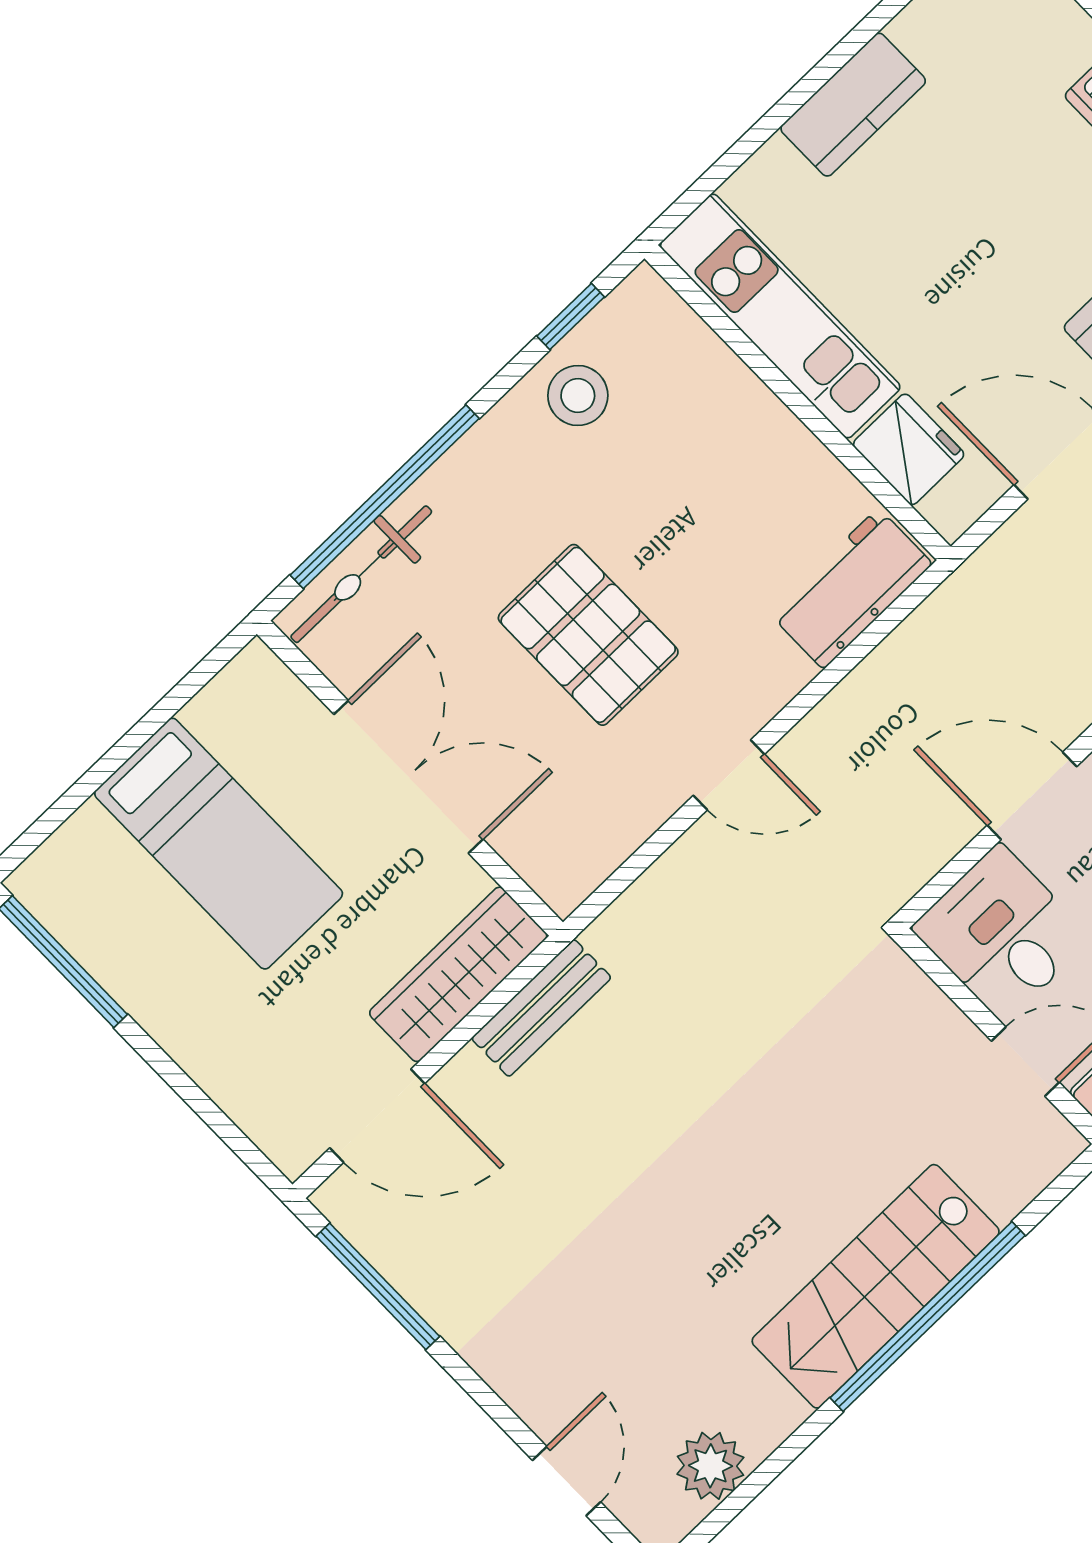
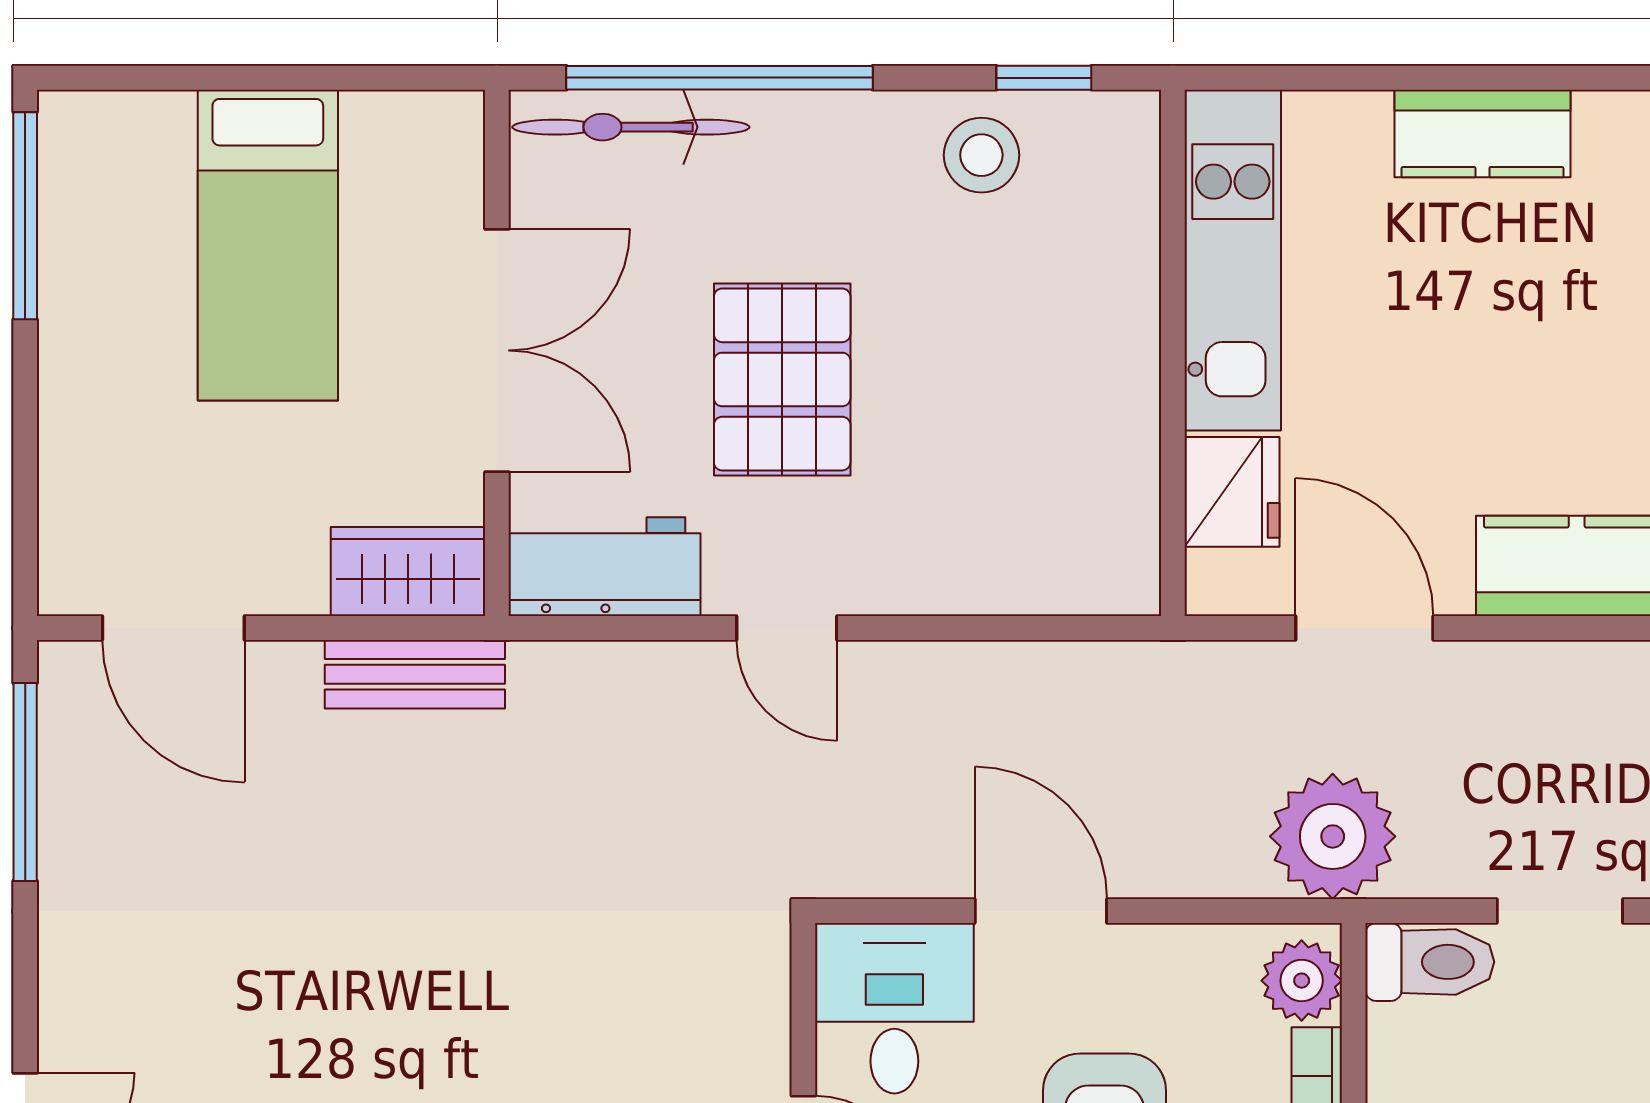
workbench: (851, 589) -> (604, 567), moved
wardrobe: (458, 974) -> (408, 572), width x0.67

